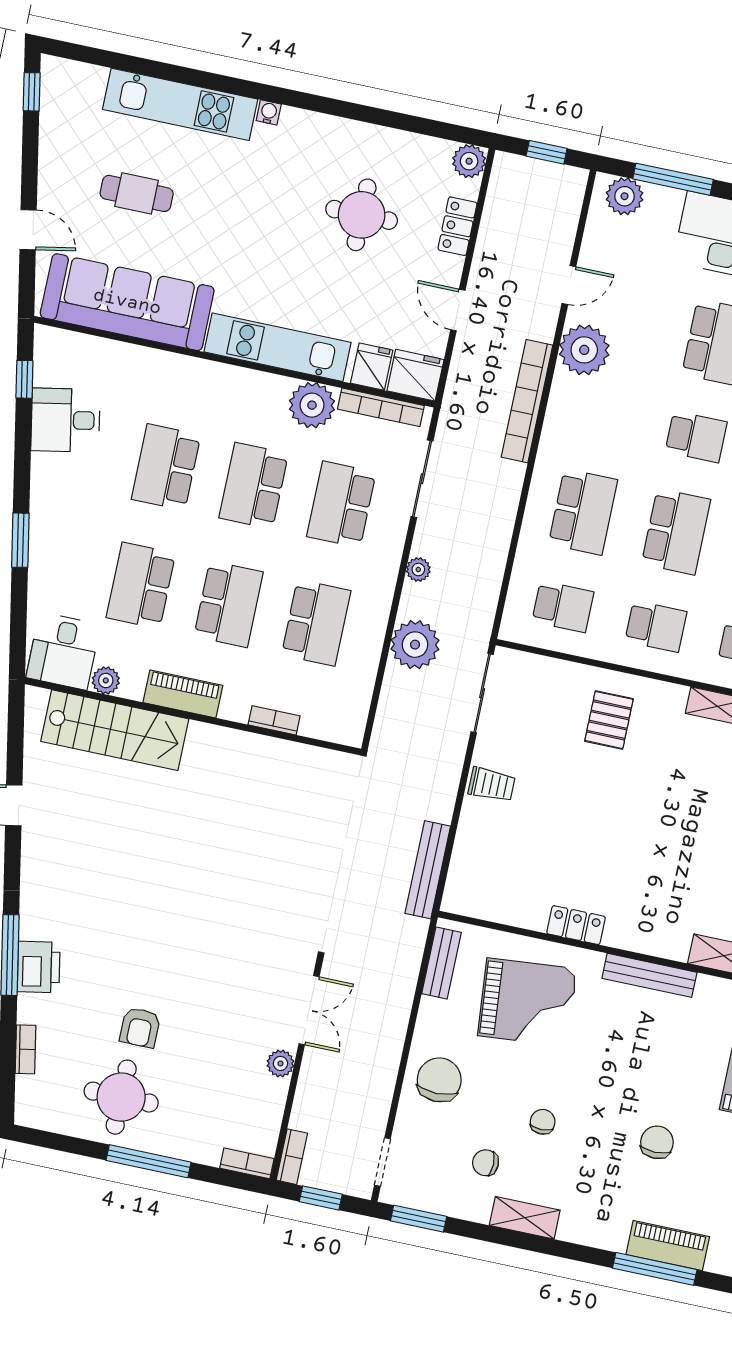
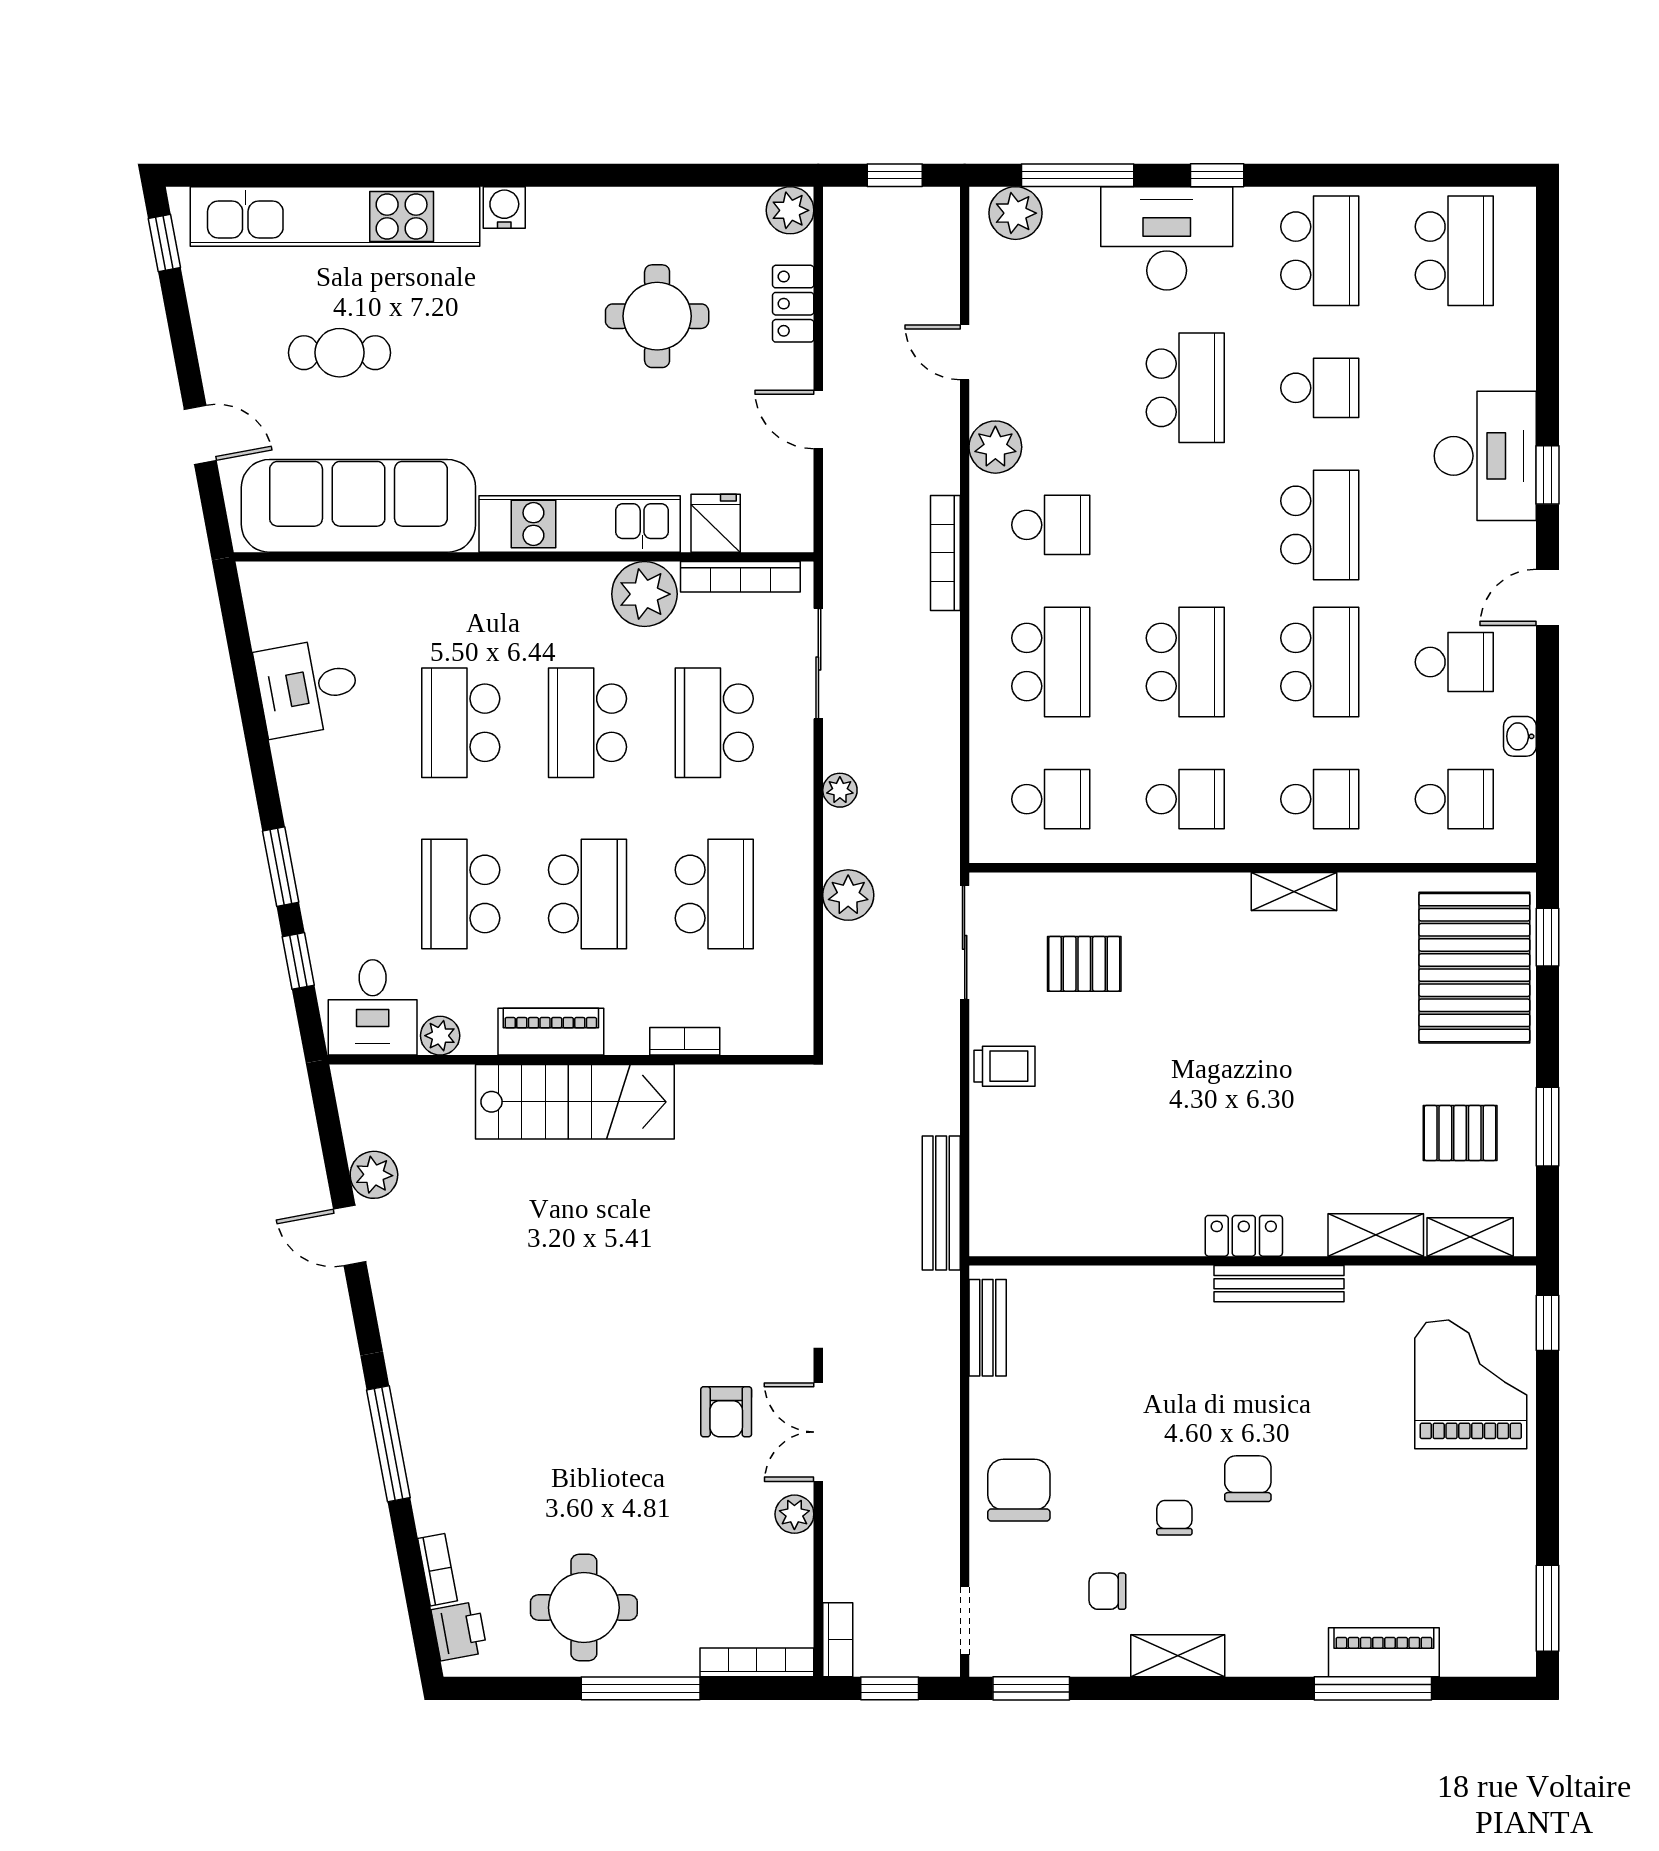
kitchen unit: (180, 104) -> (335, 217), width x1.36
water cooler: (269, 112) -> (504, 208), width x1.38, depth x1.38
door: (569, 285) -> (965, 352), swing flipped
plant: (584, 350) -> (995, 447), width x0.73, depth x0.73
fridge: (415, 375) -> (779, 522), removed
window: (24, 379) -> (298, 961), moved
bookcase: (527, 401) -> (945, 553), width x0.68, depth x0.76
school desk: (696, 437) -> (1051, 525), moved
plant: (415, 645) -> (848, 895), width x0.73, depth x0.73
pallet: (609, 720) -> (1084, 964), moved, turned 90
stairs: (115, 730) -> (575, 1102), moved
plant: (40, 767) -> (374, 1175), added
locker: (576, 925) -> (1244, 1236), moved
printer: (39, 967) -> (459, 1631), moved, width x0.73, depth x0.81
grand piano: (527, 1002) -> (1118, 1357), removed
double door: (309, 1010) -> (818, 1432), swing flipped
armchair: (140, 1027) -> (726, 1412), moved
chair: (657, 1142) -> (1248, 1479), moved
bookcase: (247, 1163) -> (757, 1662), width x1.56

